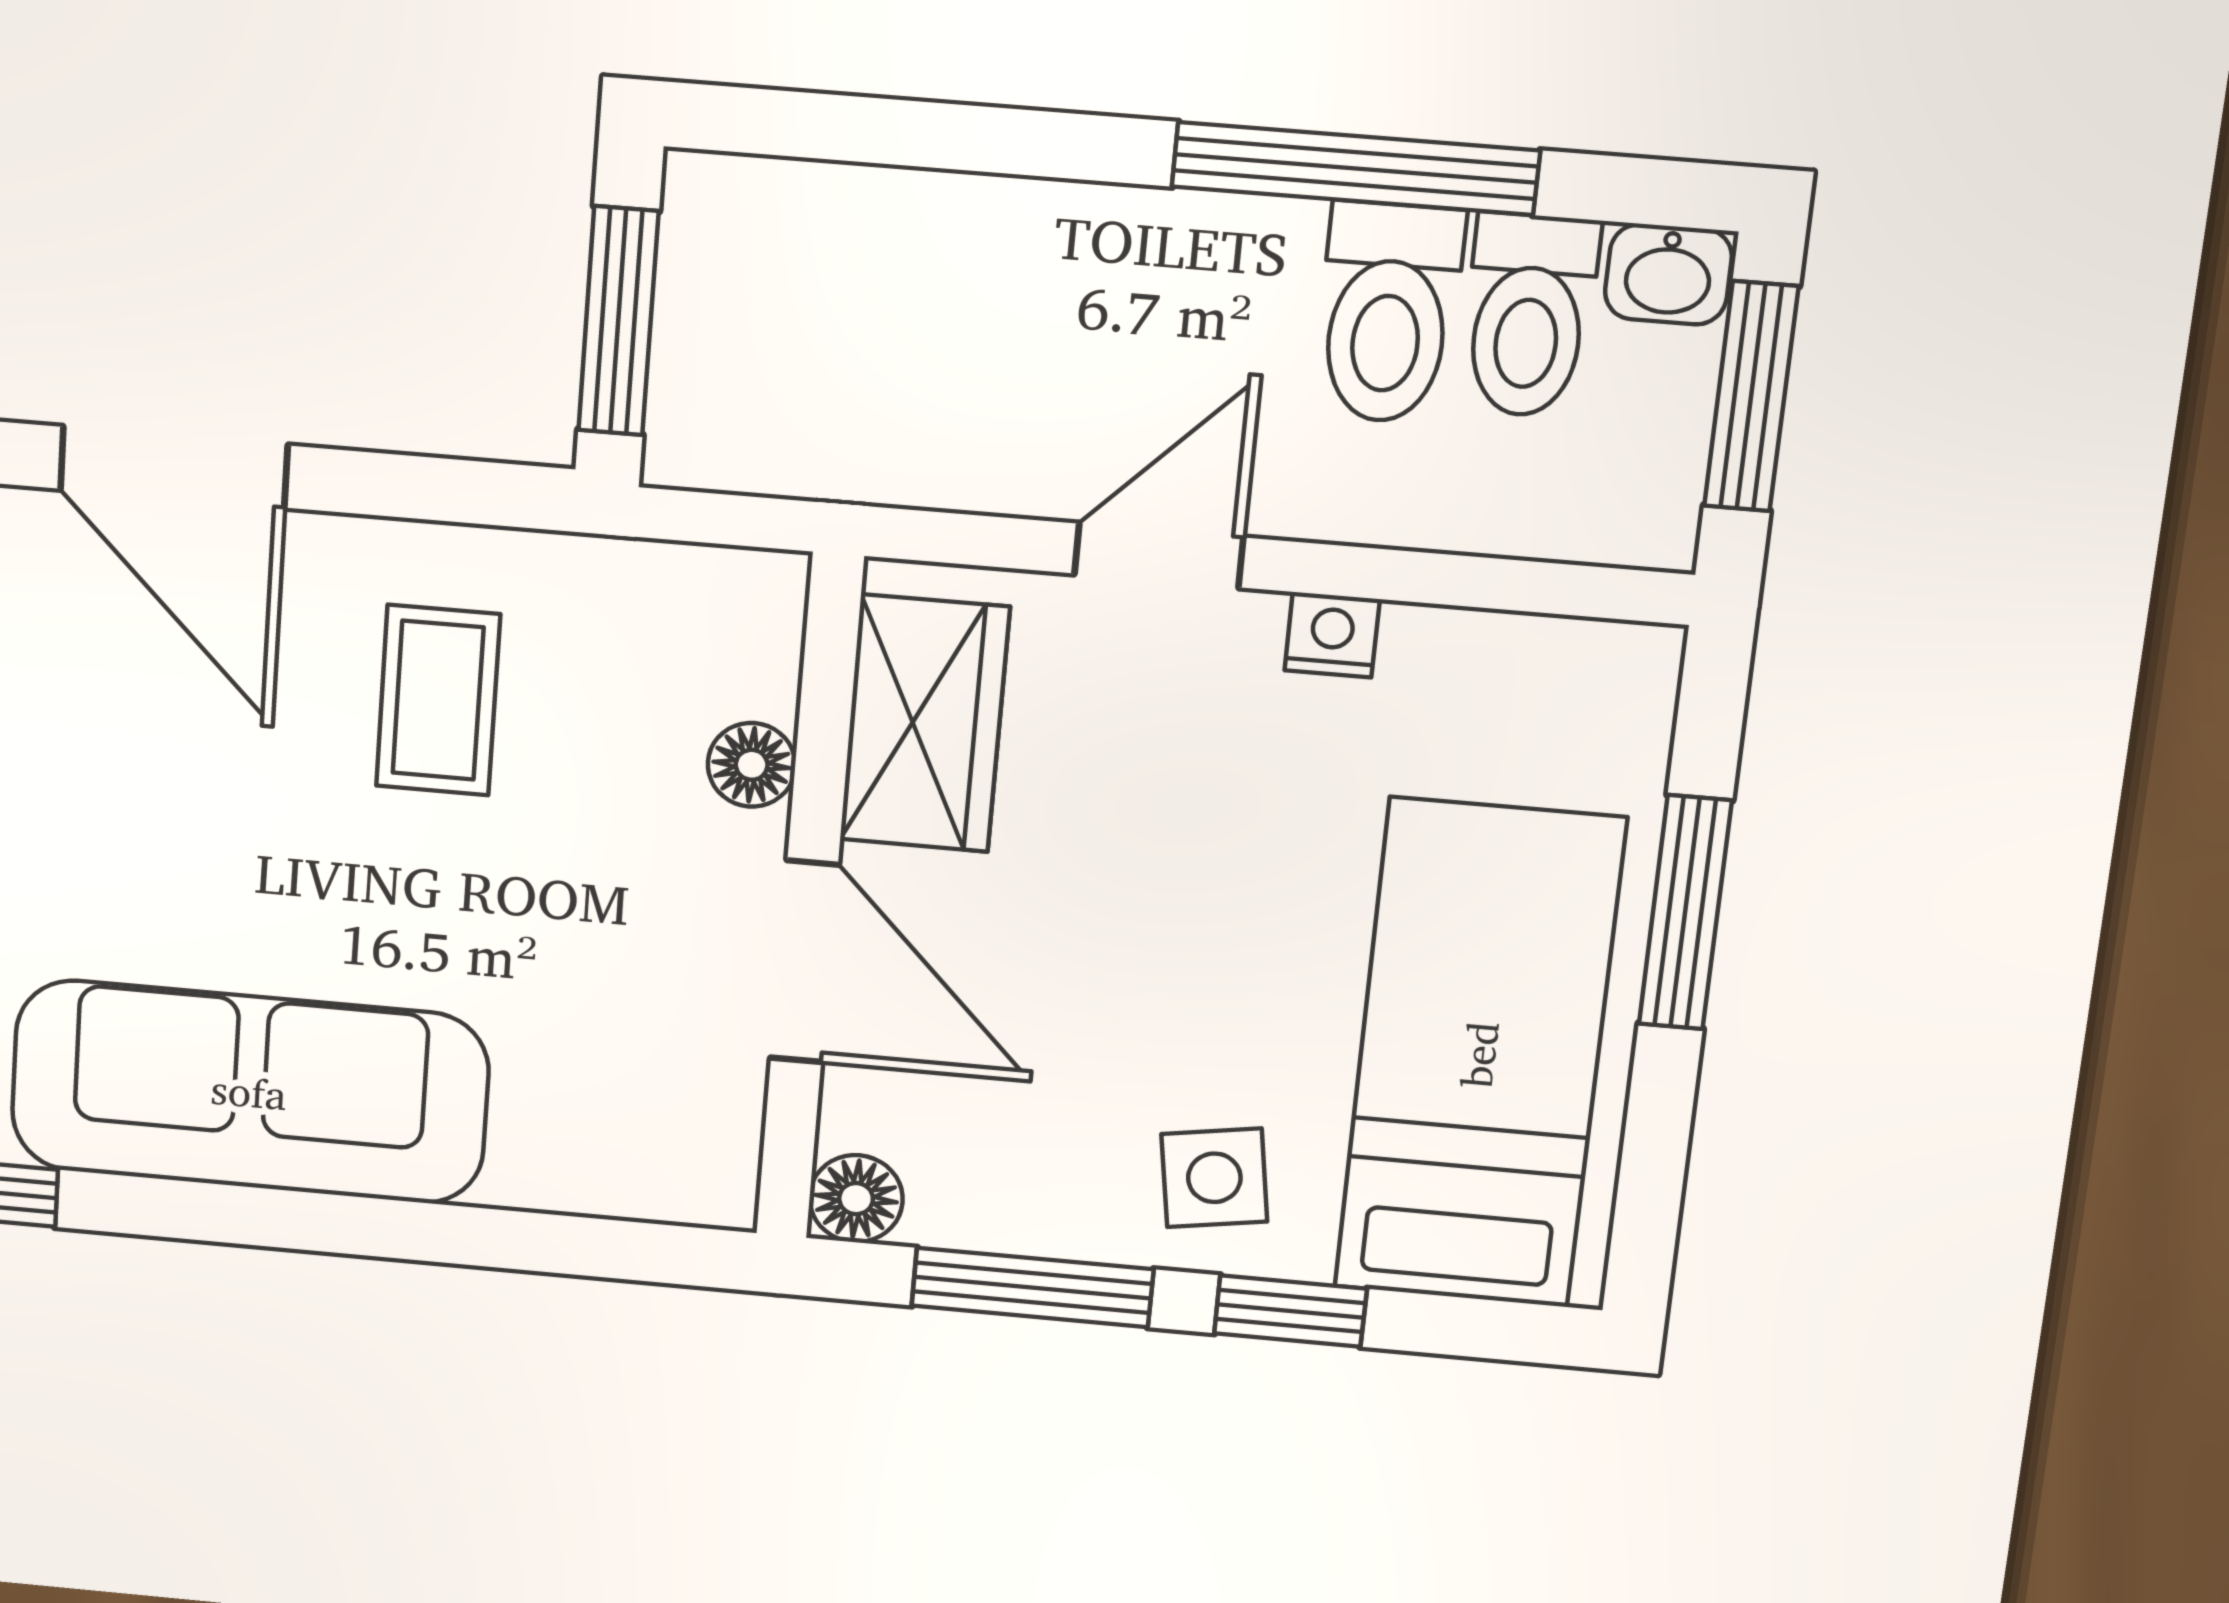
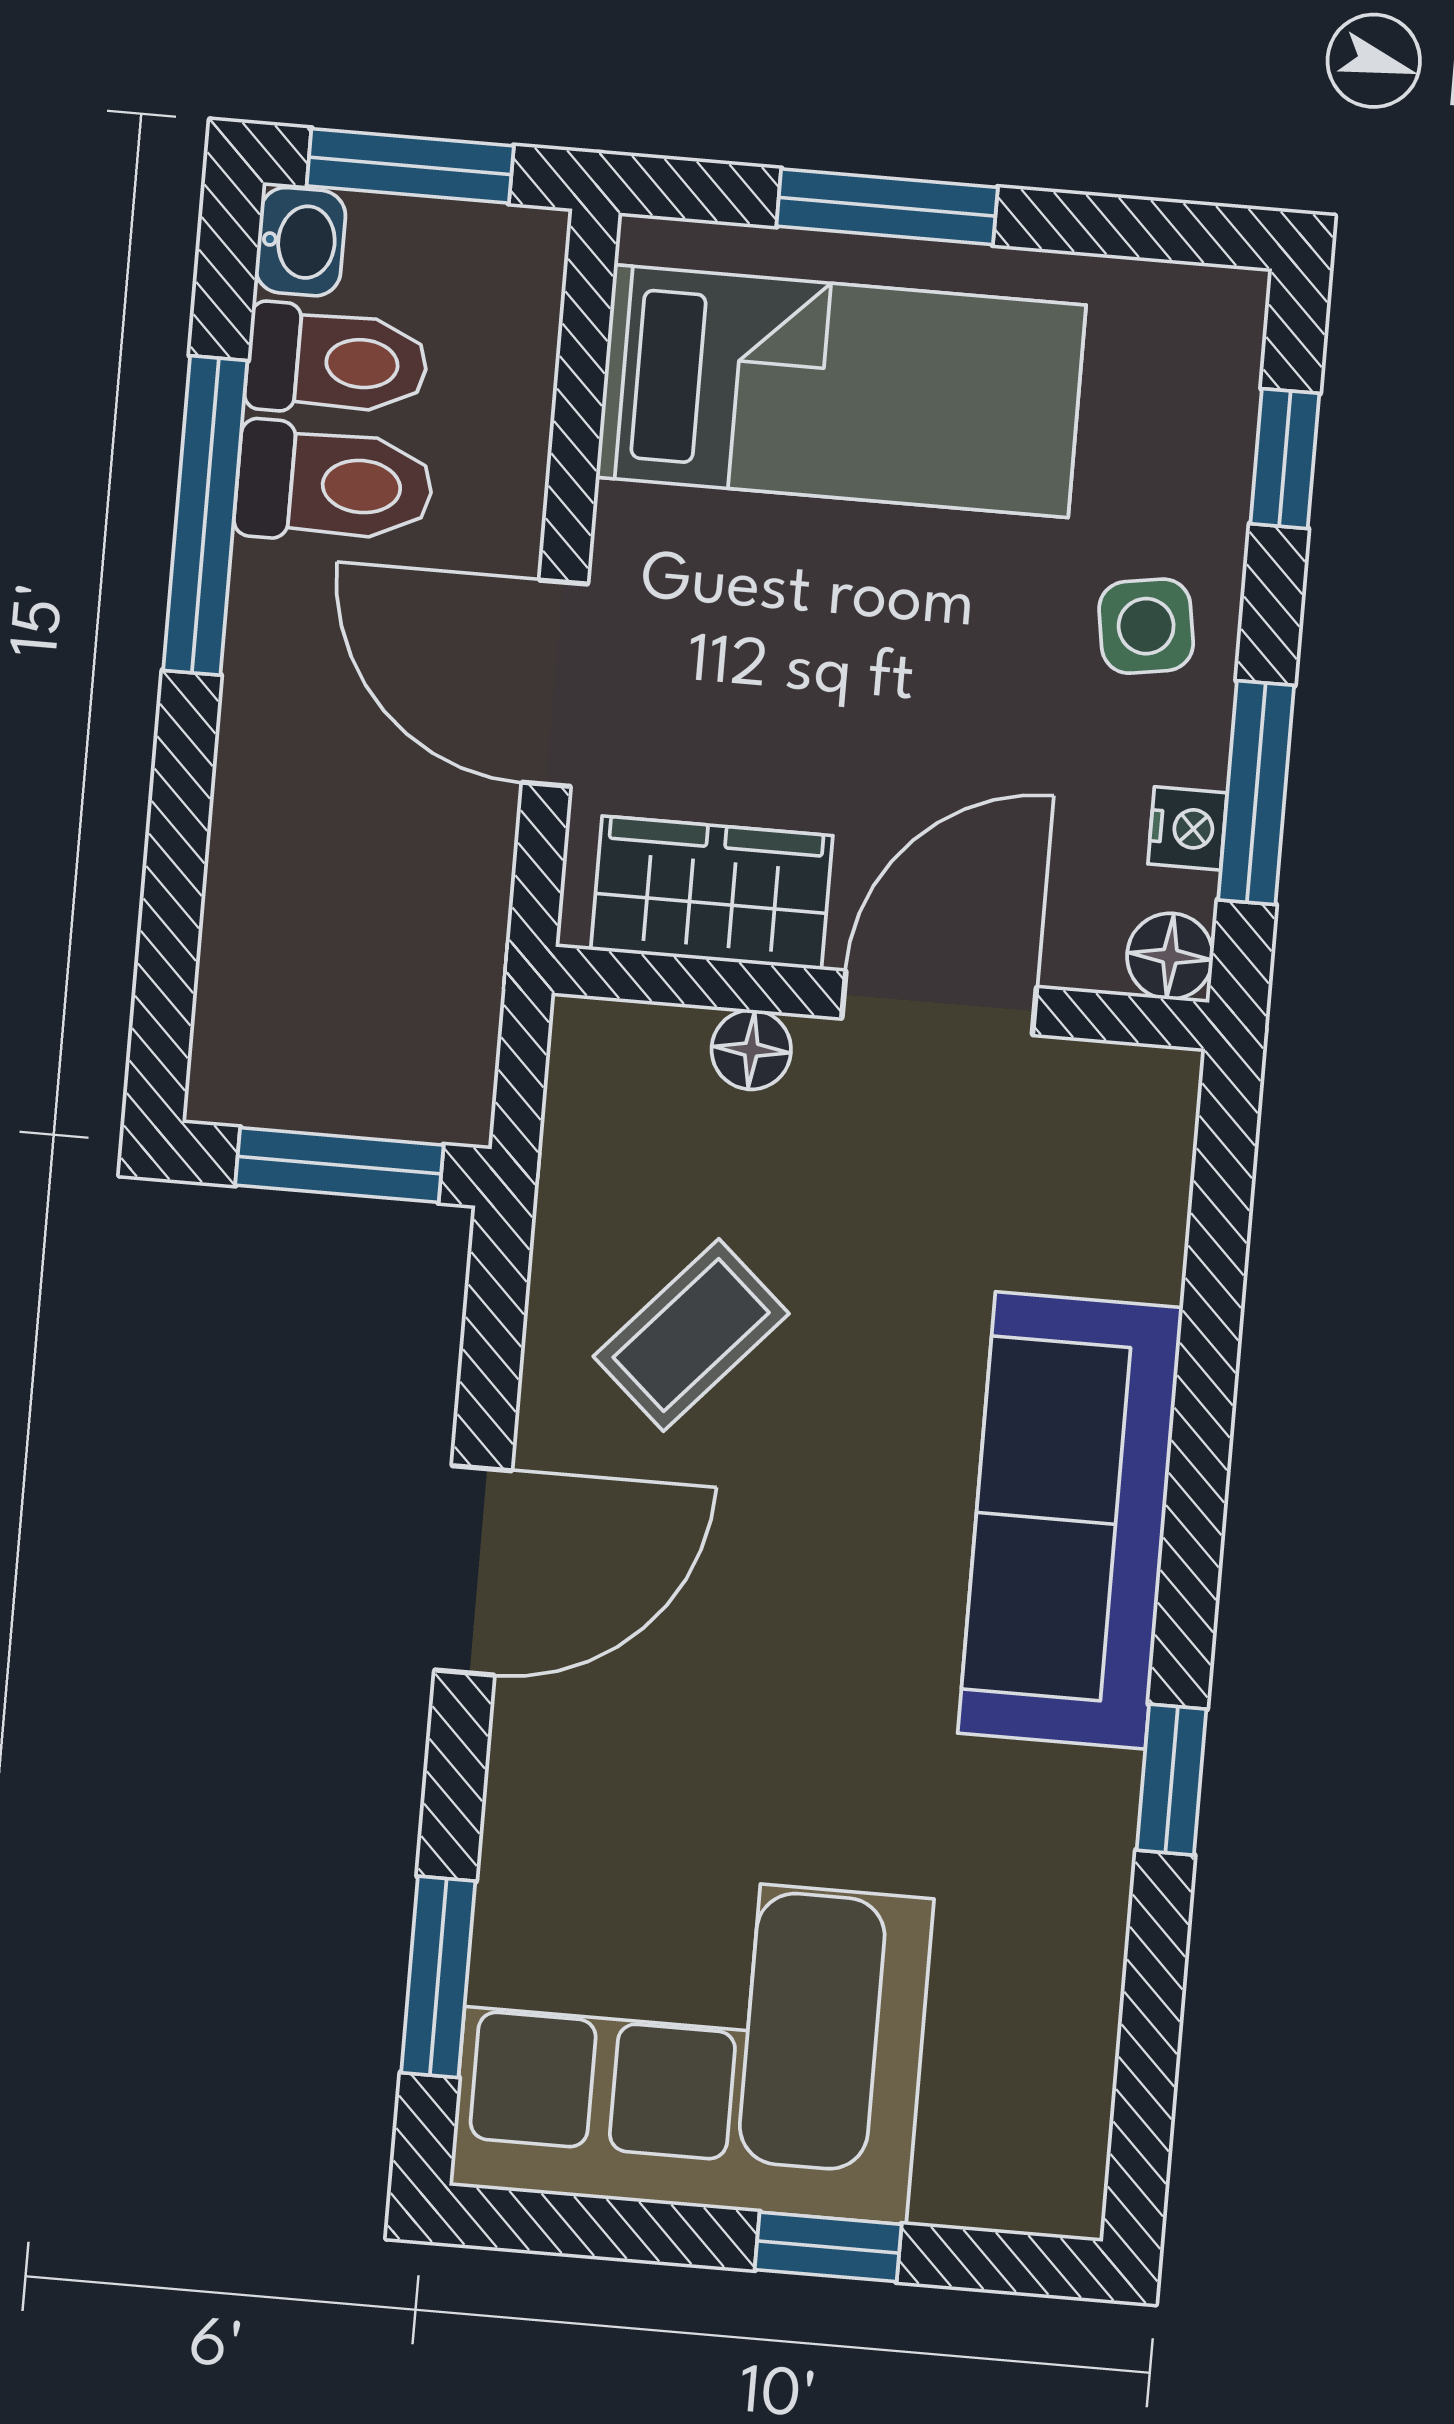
door: (1159, 556) -> (555, 683), width x1.38
nightstand: (1332, 635) -> (1187, 828), moved, turned 180
coffee table: (438, 700) -> (691, 1335), turned -48
bed: (1479, 1055) -> (841, 391), moved, turned 180
window: (1290, 1311) -> (1285, 459), moved

